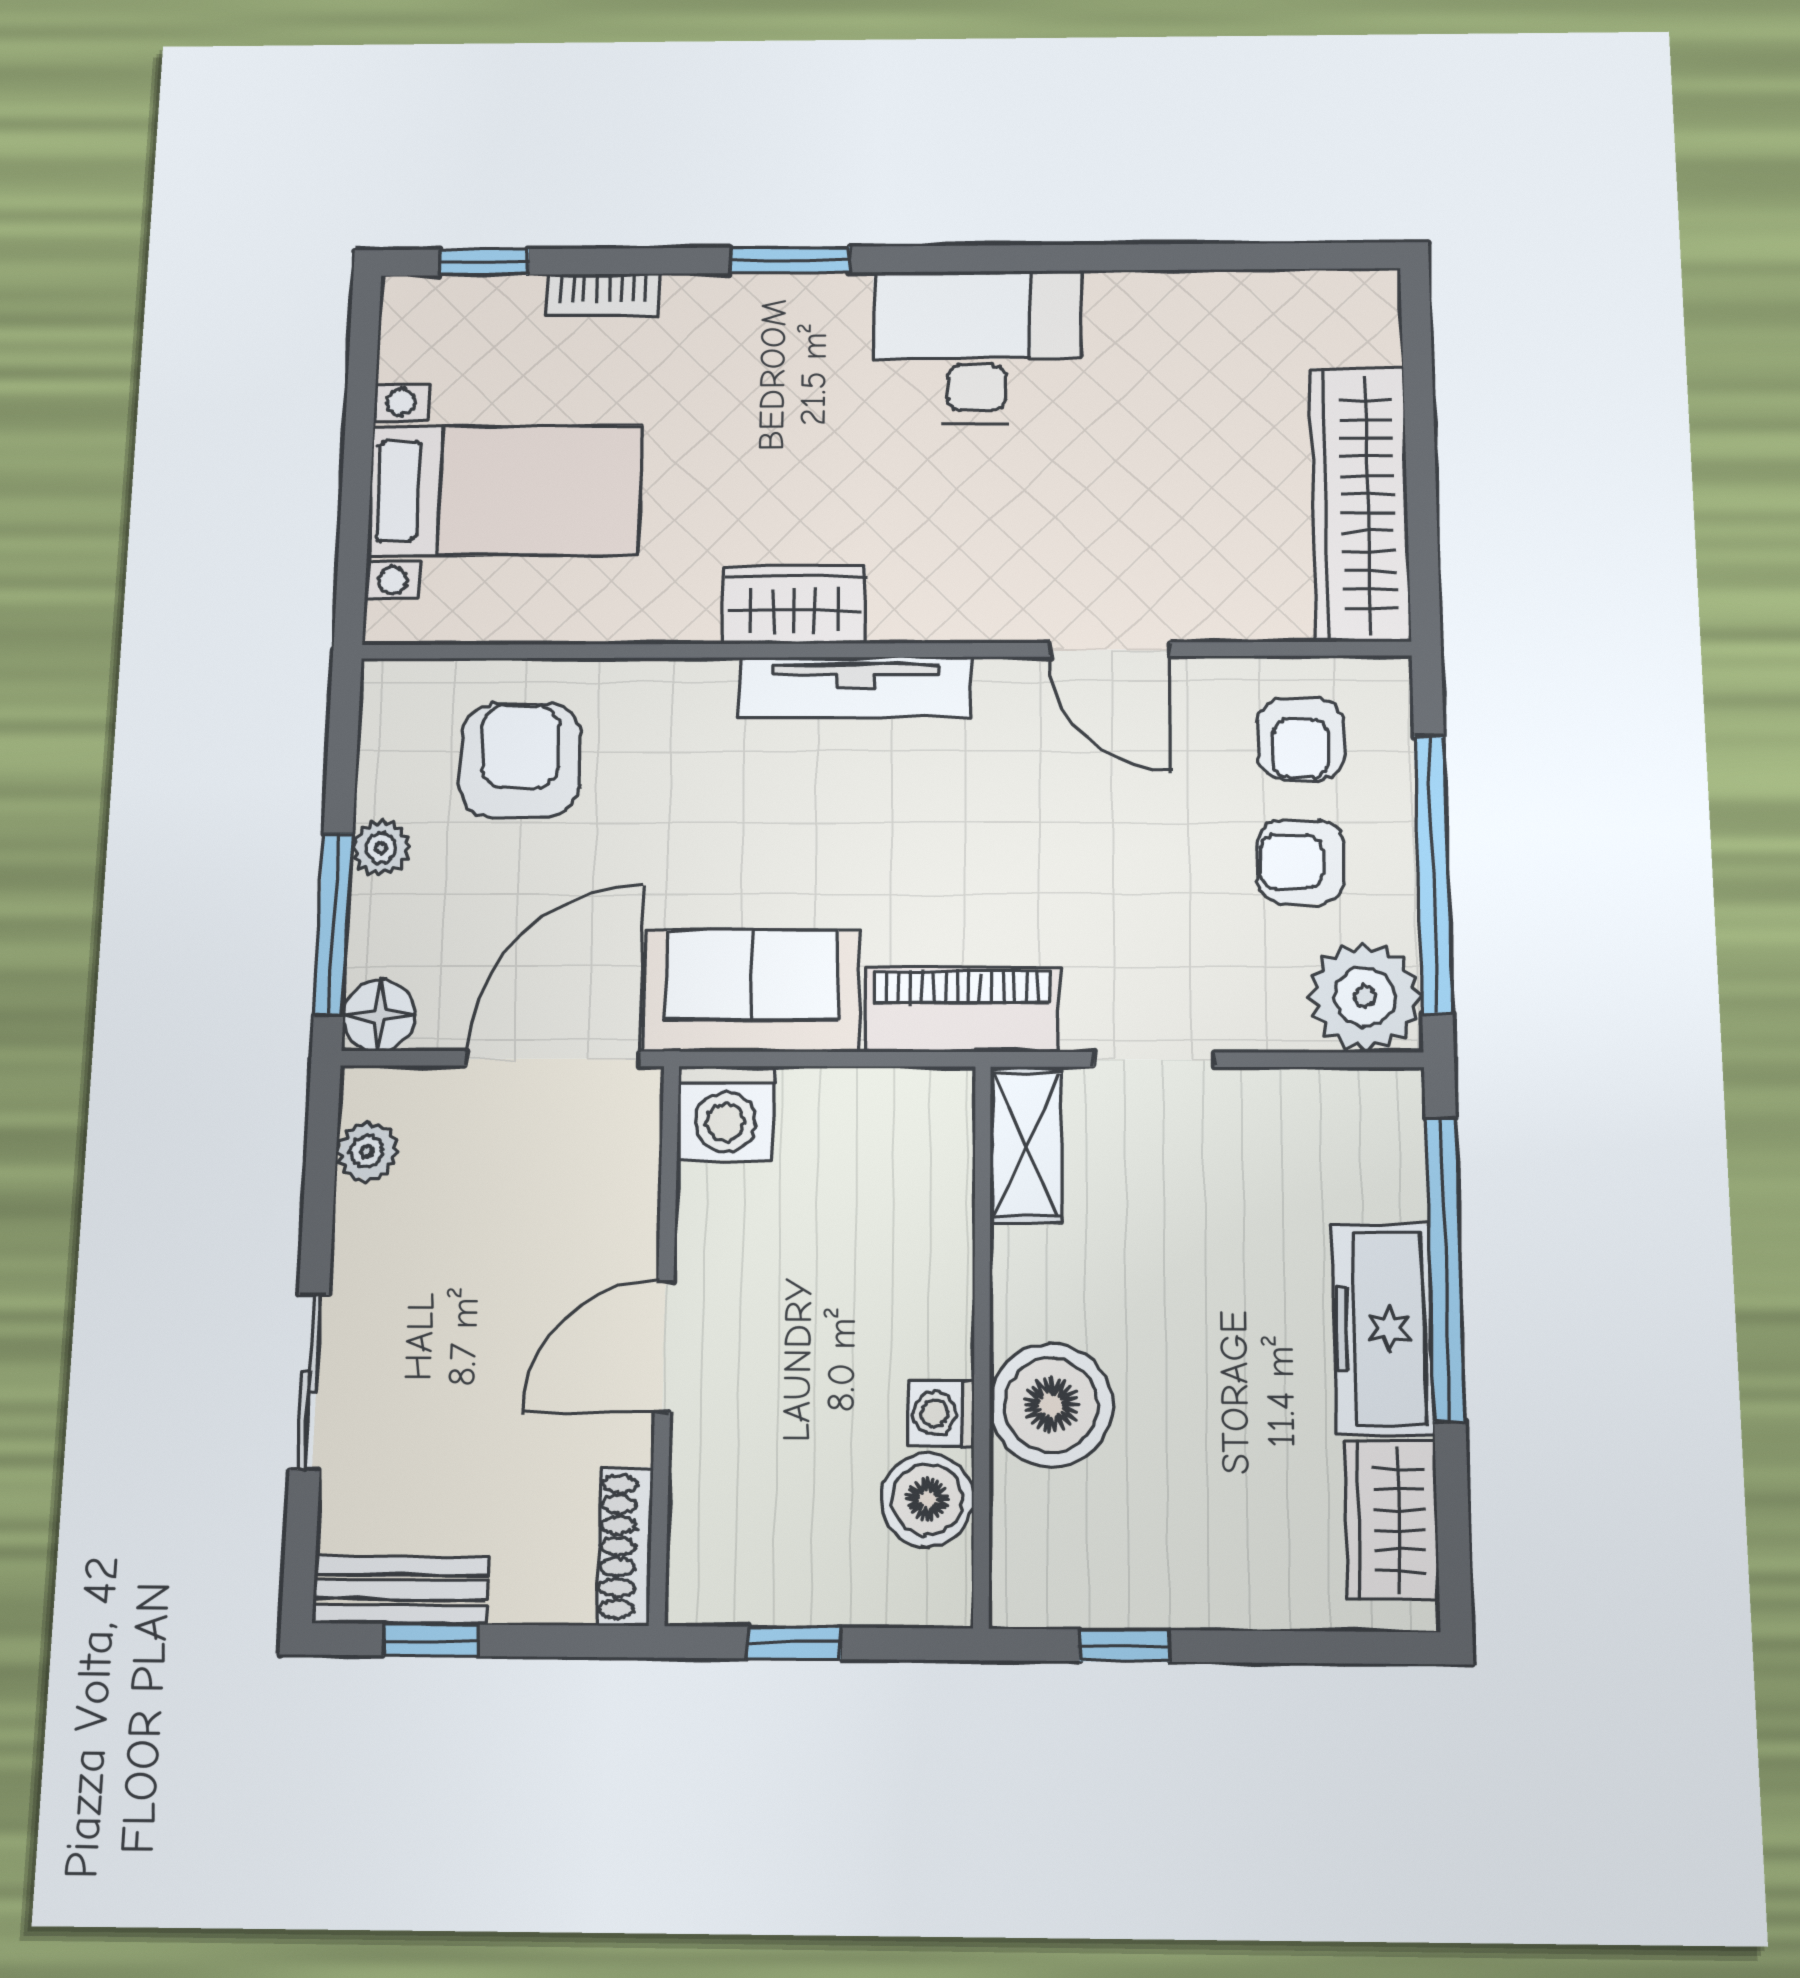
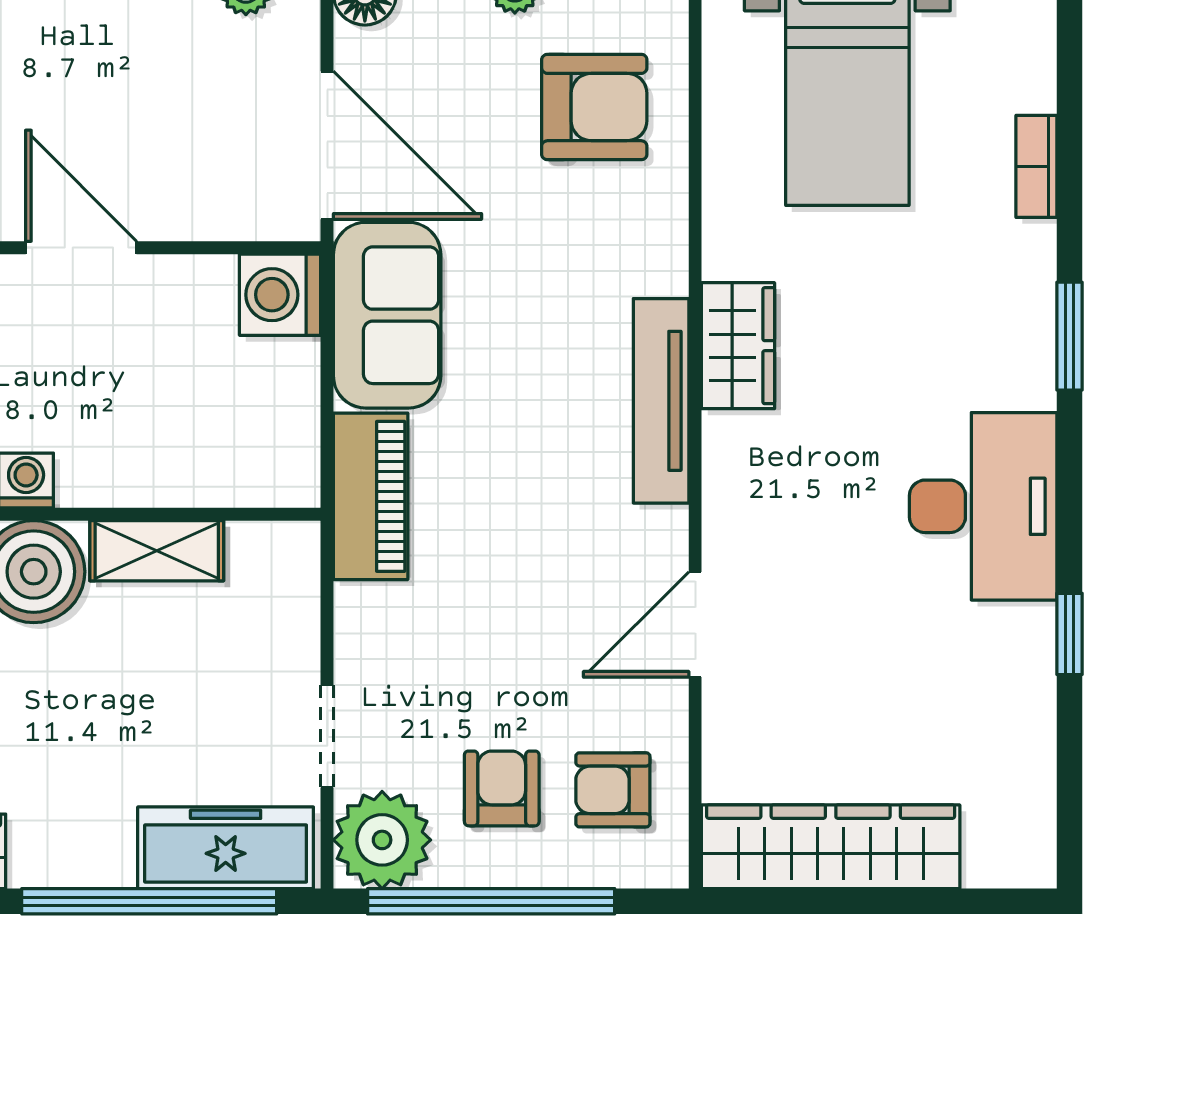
window: (484, 262) -> (1070, 634), moved
doorway: (1154, 1060) -> (327, 736), moved
shelving: (1026, 1145) -> (157, 551), moved
freezer: (1382, 1328) -> (226, 848), moved

